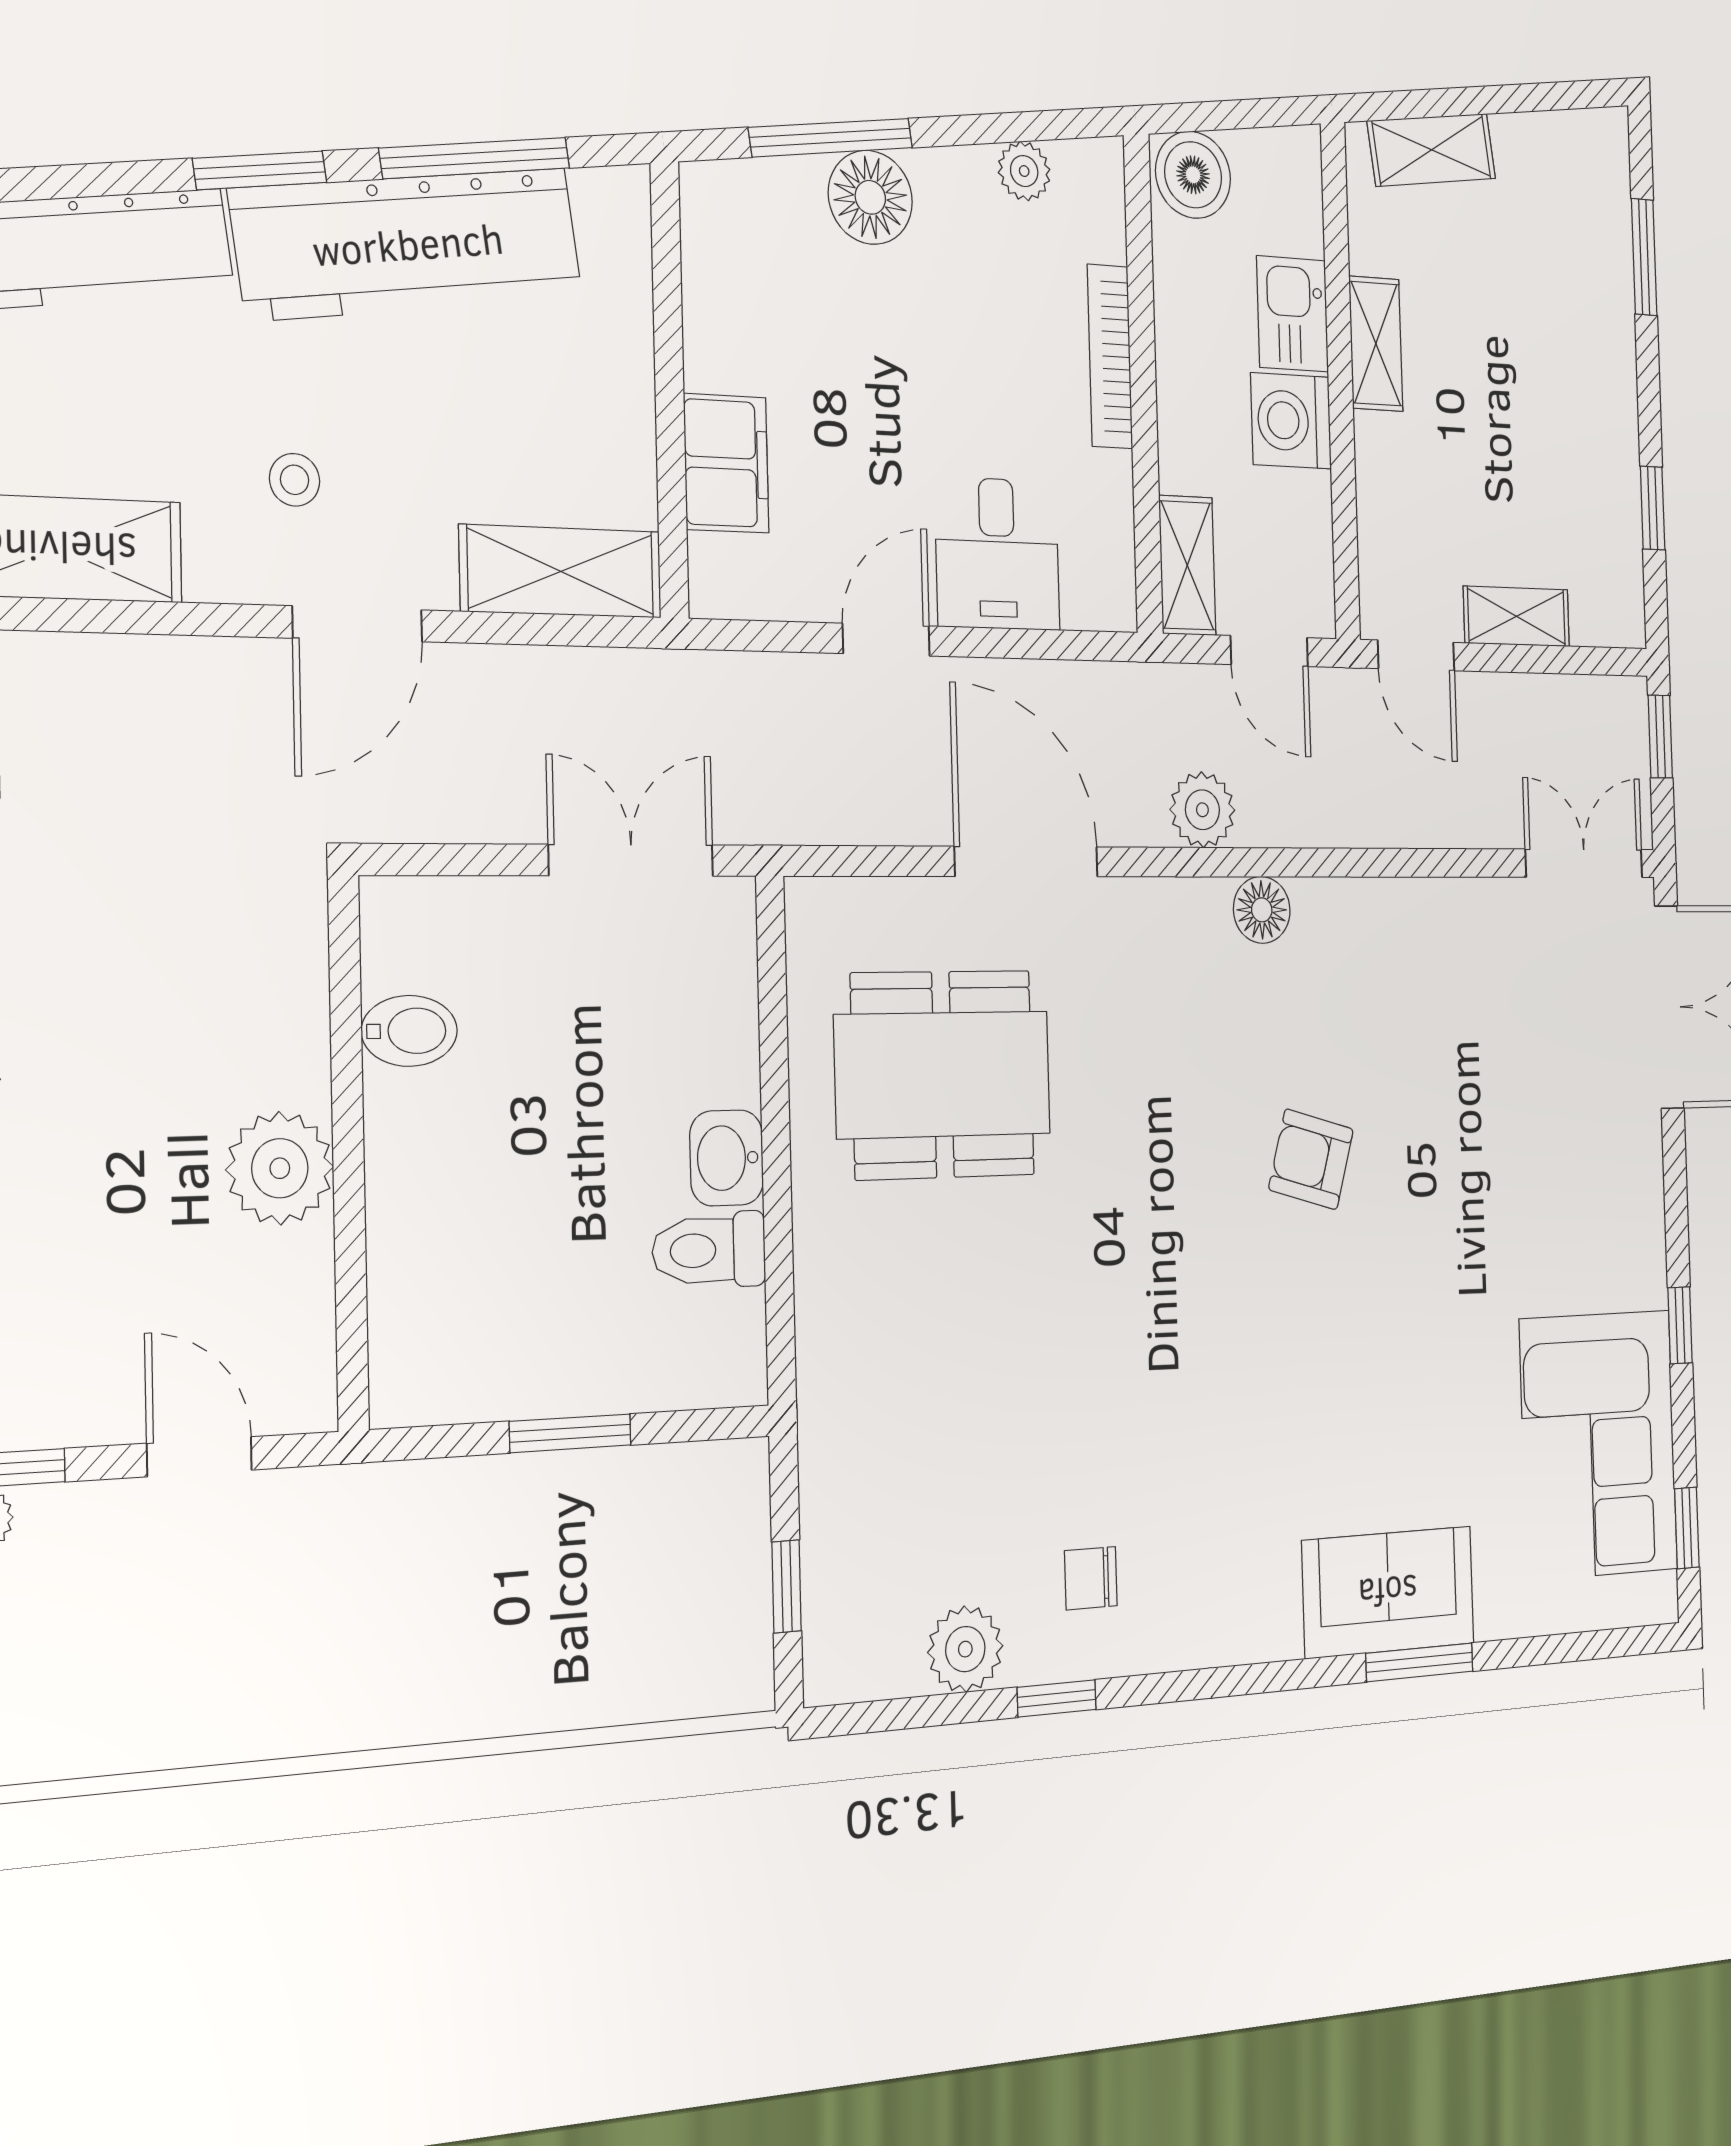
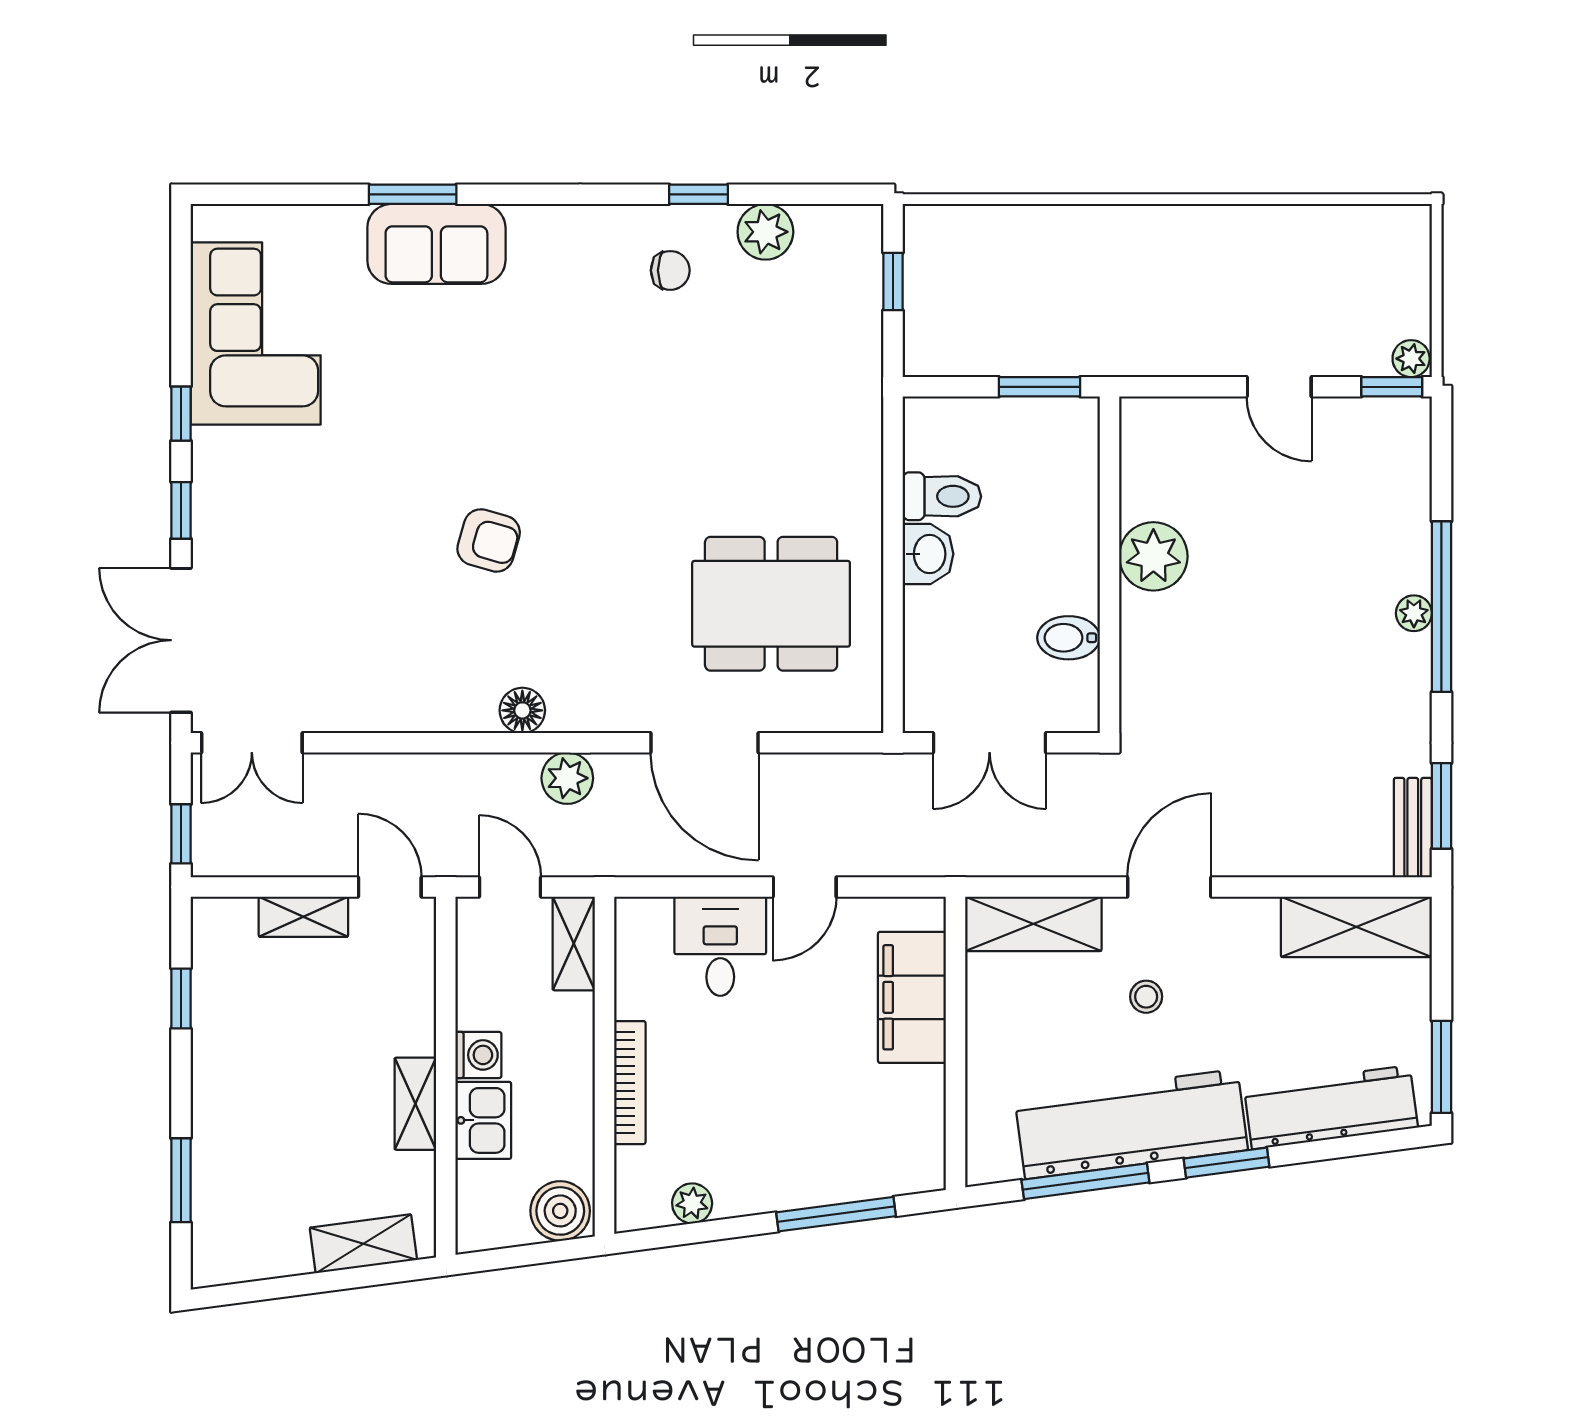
floor lamp: (870, 197) -> (808, 1177), removed
washing machine: (1291, 421) -> (478, 1055), width x0.73, depth x0.73
filing cabinet: (726, 463) -> (912, 997), width x1.50, depth x1.17
stool: (295, 480) -> (1146, 997), moved
bidet: (409, 1031) -> (1069, 638), moved
wall: (348, 1152) -> (1110, 565), moved
plant: (280, 1168) -> (1153, 556), moved
window: (1687, 1528) -> (181, 510), moved

